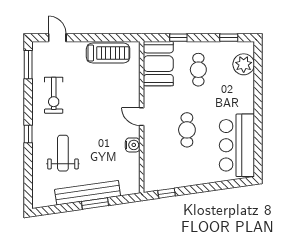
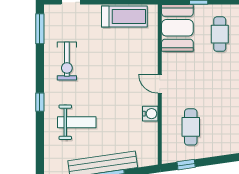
cafe table: (187, 130) -> (191, 127), moved
weight bench: (63, 153) -> (77, 122), turned 90

